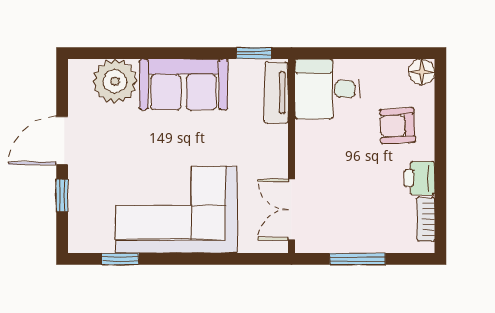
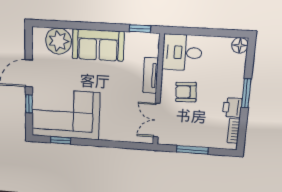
tv unit: (276, 93) -> (151, 75), moved
armchair: (398, 126) -> (186, 92), moved
window: (440, 151) -> (246, 93), added
corner sofa: (177, 210) -> (66, 114), moved

